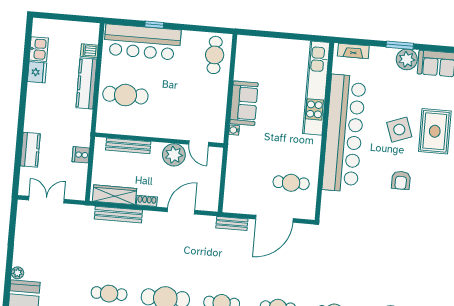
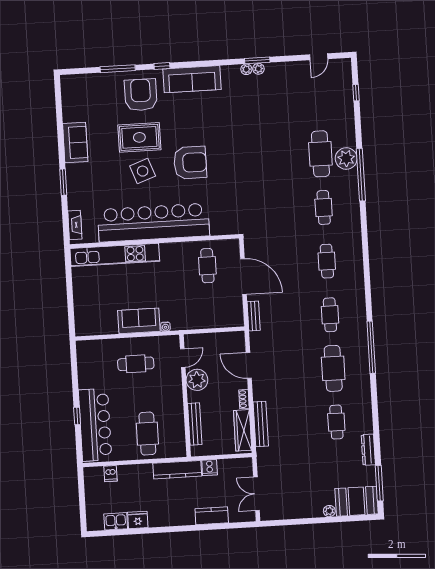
cafe table: (215, 55) -> (136, 364), moved
plant: (407, 59) -> (76, 173), removed
kitchen counter: (86, 83) -> (177, 470), moved
armchair: (401, 180) -> (190, 163), width x1.88, depth x1.88

